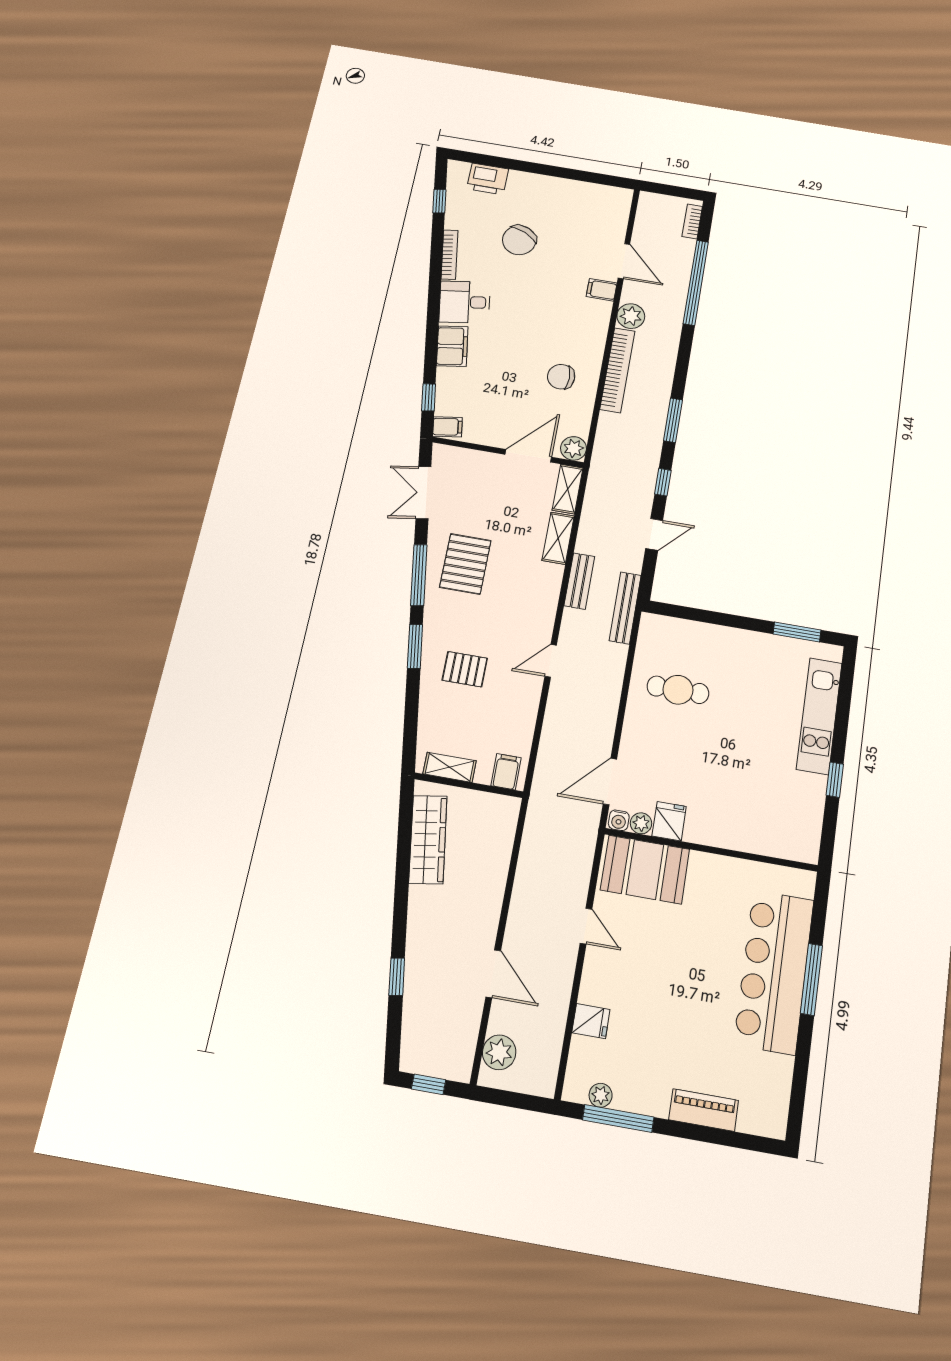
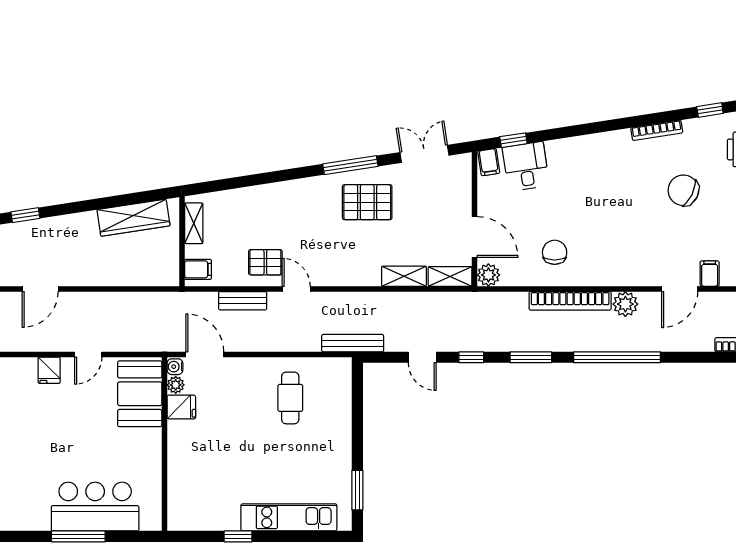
window: (696, 283) -> (617, 357), moved
filing cabinet: (602, 290) -> (710, 274), moved
desk: (465, 302) -> (526, 167), moved
filing cabinet: (452, 346) -> (566, 151), removed
bench: (579, 581) -> (243, 301), moved
window: (415, 646) -> (288, 175), removed
pallet: (465, 669) -> (265, 262), moved, turned 90
bar counter: (774, 971) -> (95, 507), width x0.73
fridge: (591, 1021) -> (49, 370), moved

